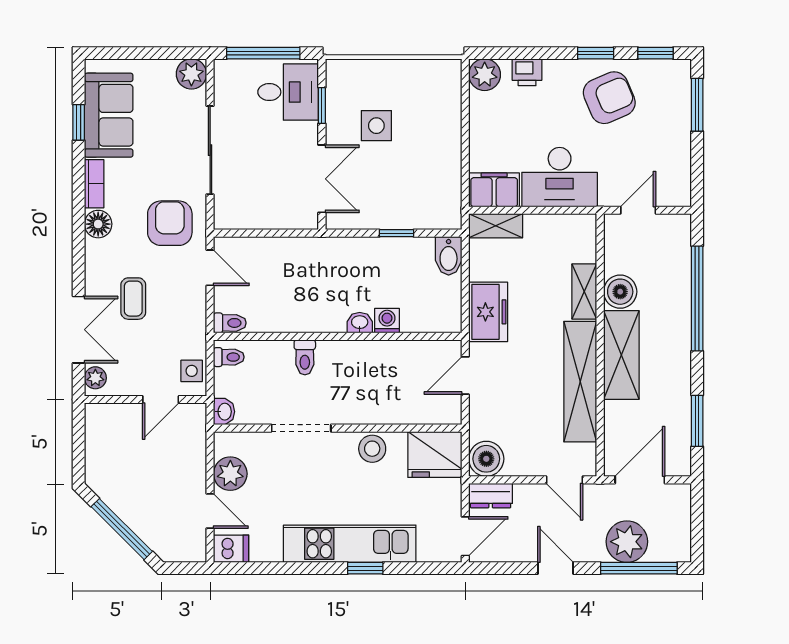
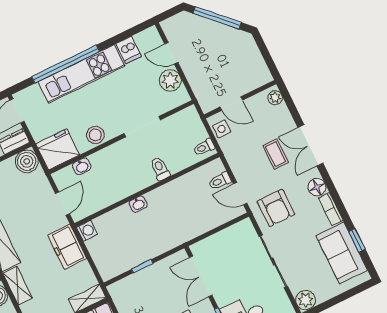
bidet: (449, 256) -> (106, 268), removed
washing machine: (387, 321) -> (87, 231), moved, turned -90
toilet: (230, 323) -> (220, 181), moved
double door: (79, 330) -> (310, 145), moved
door: (161, 400) -> (231, 104), swing flipped
washbasin: (224, 412) -> (82, 166), moved, turned -90
dishwasher: (231, 549) -> (129, 50), moved, turned -90
window: (365, 568) -> (66, 64), width x3.17

